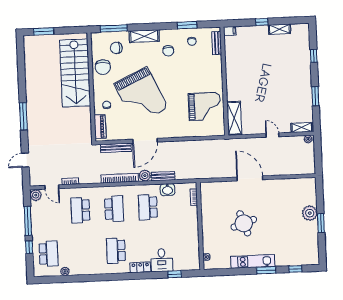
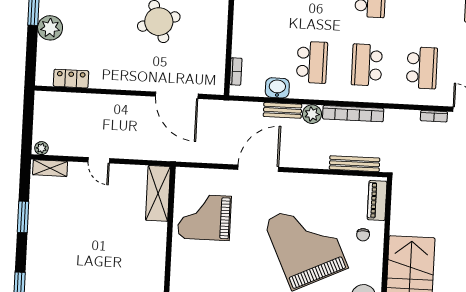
door: (145, 141) -> (258, 168), moved
door: (250, 178) -> (177, 95), moved
locker: (294, 183) -> (71, 79), added

